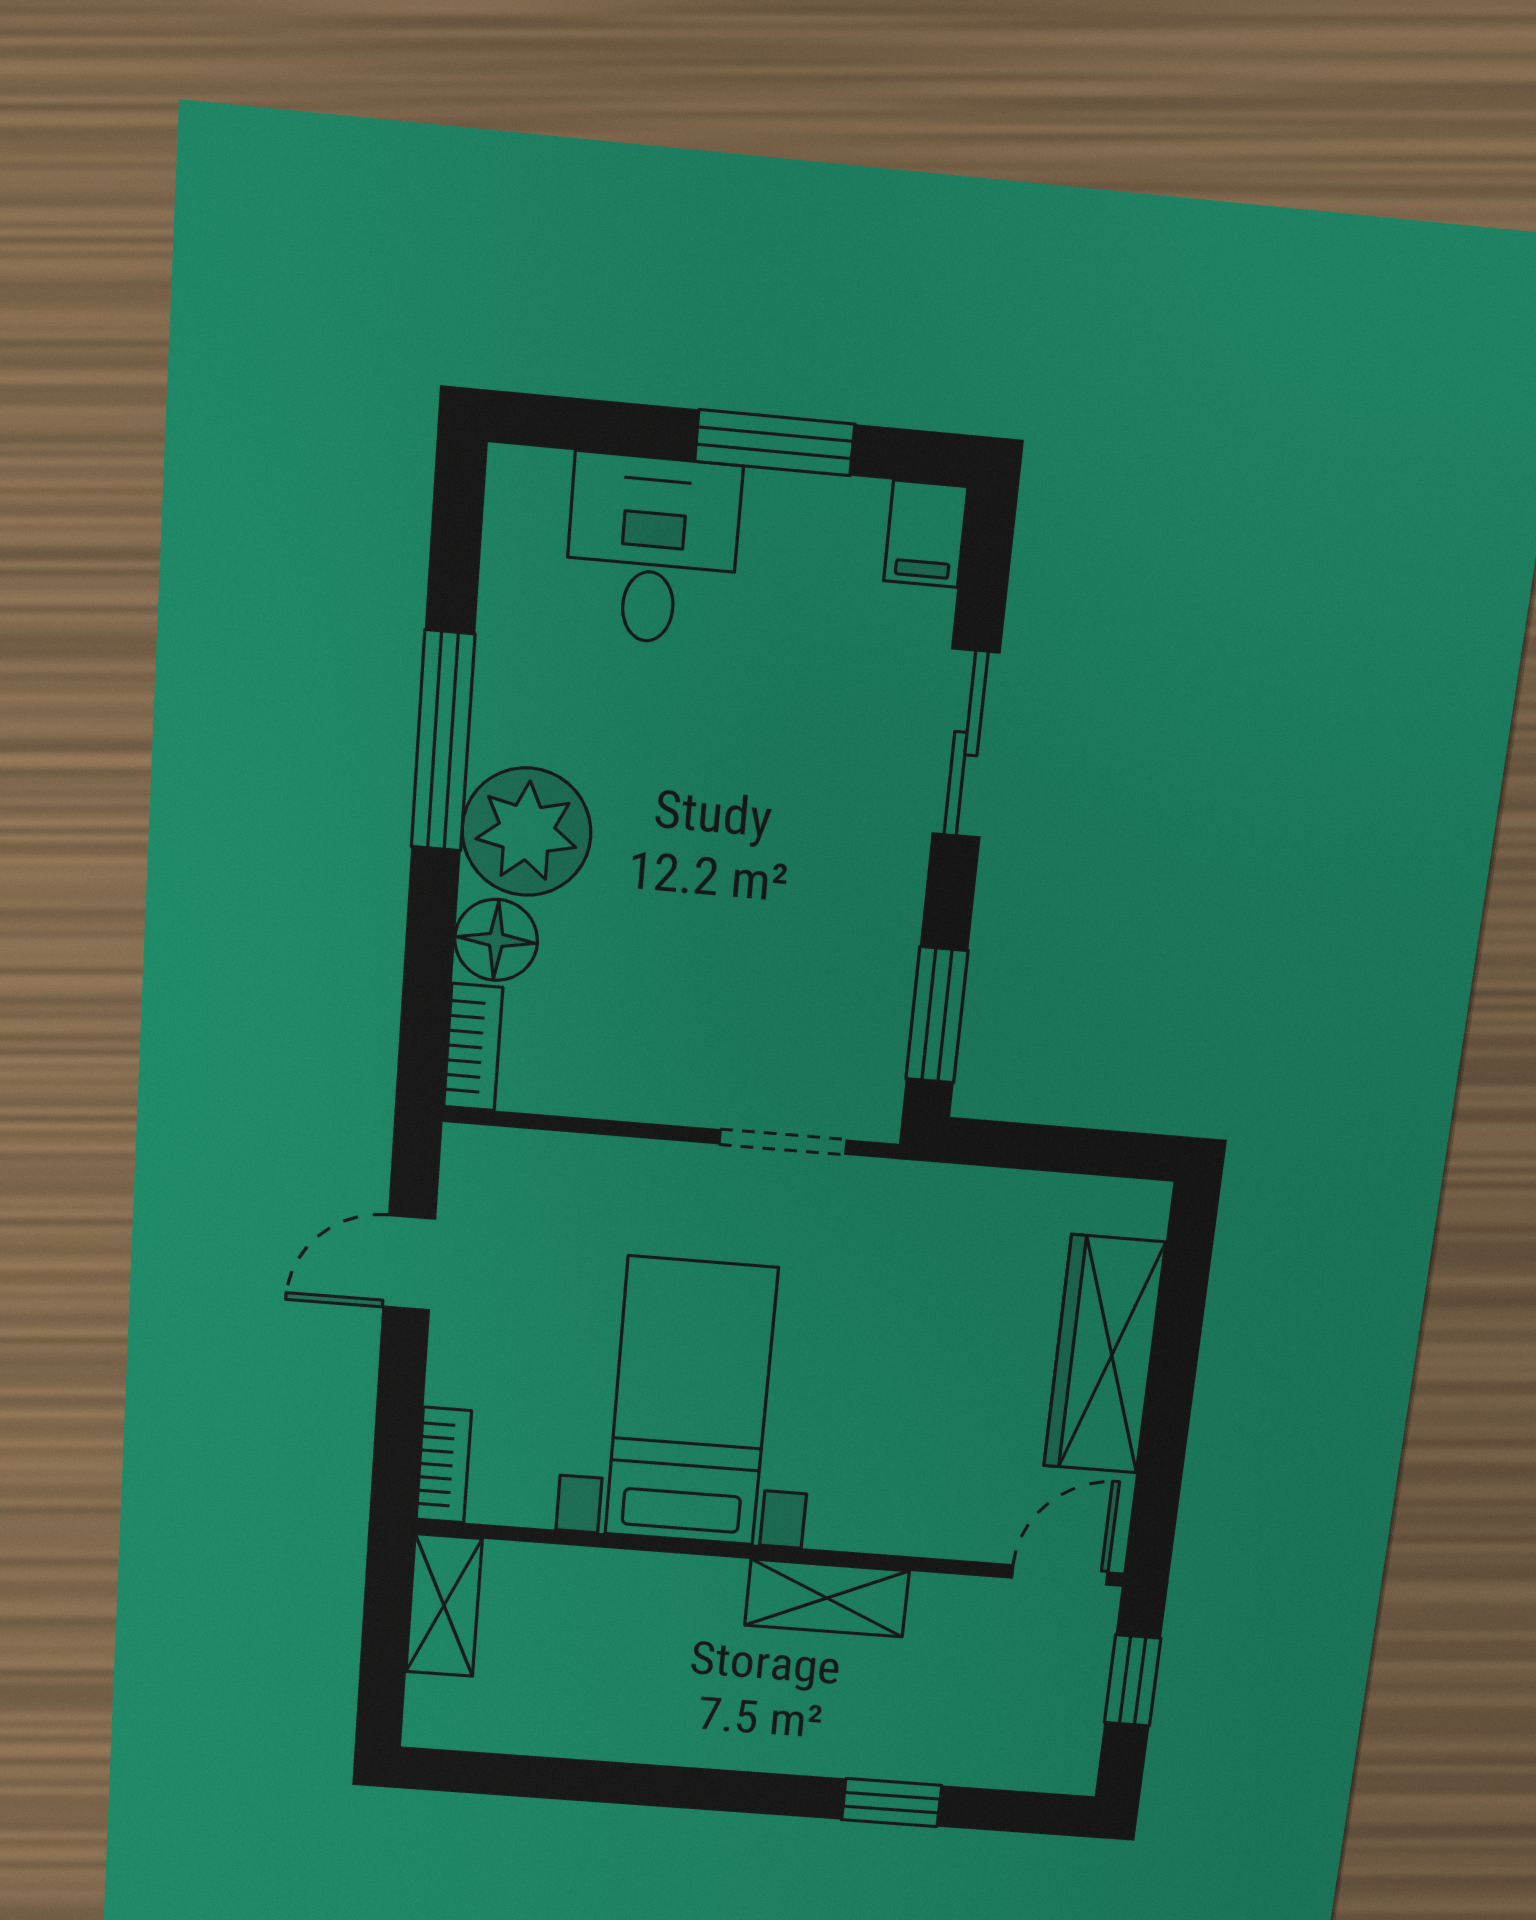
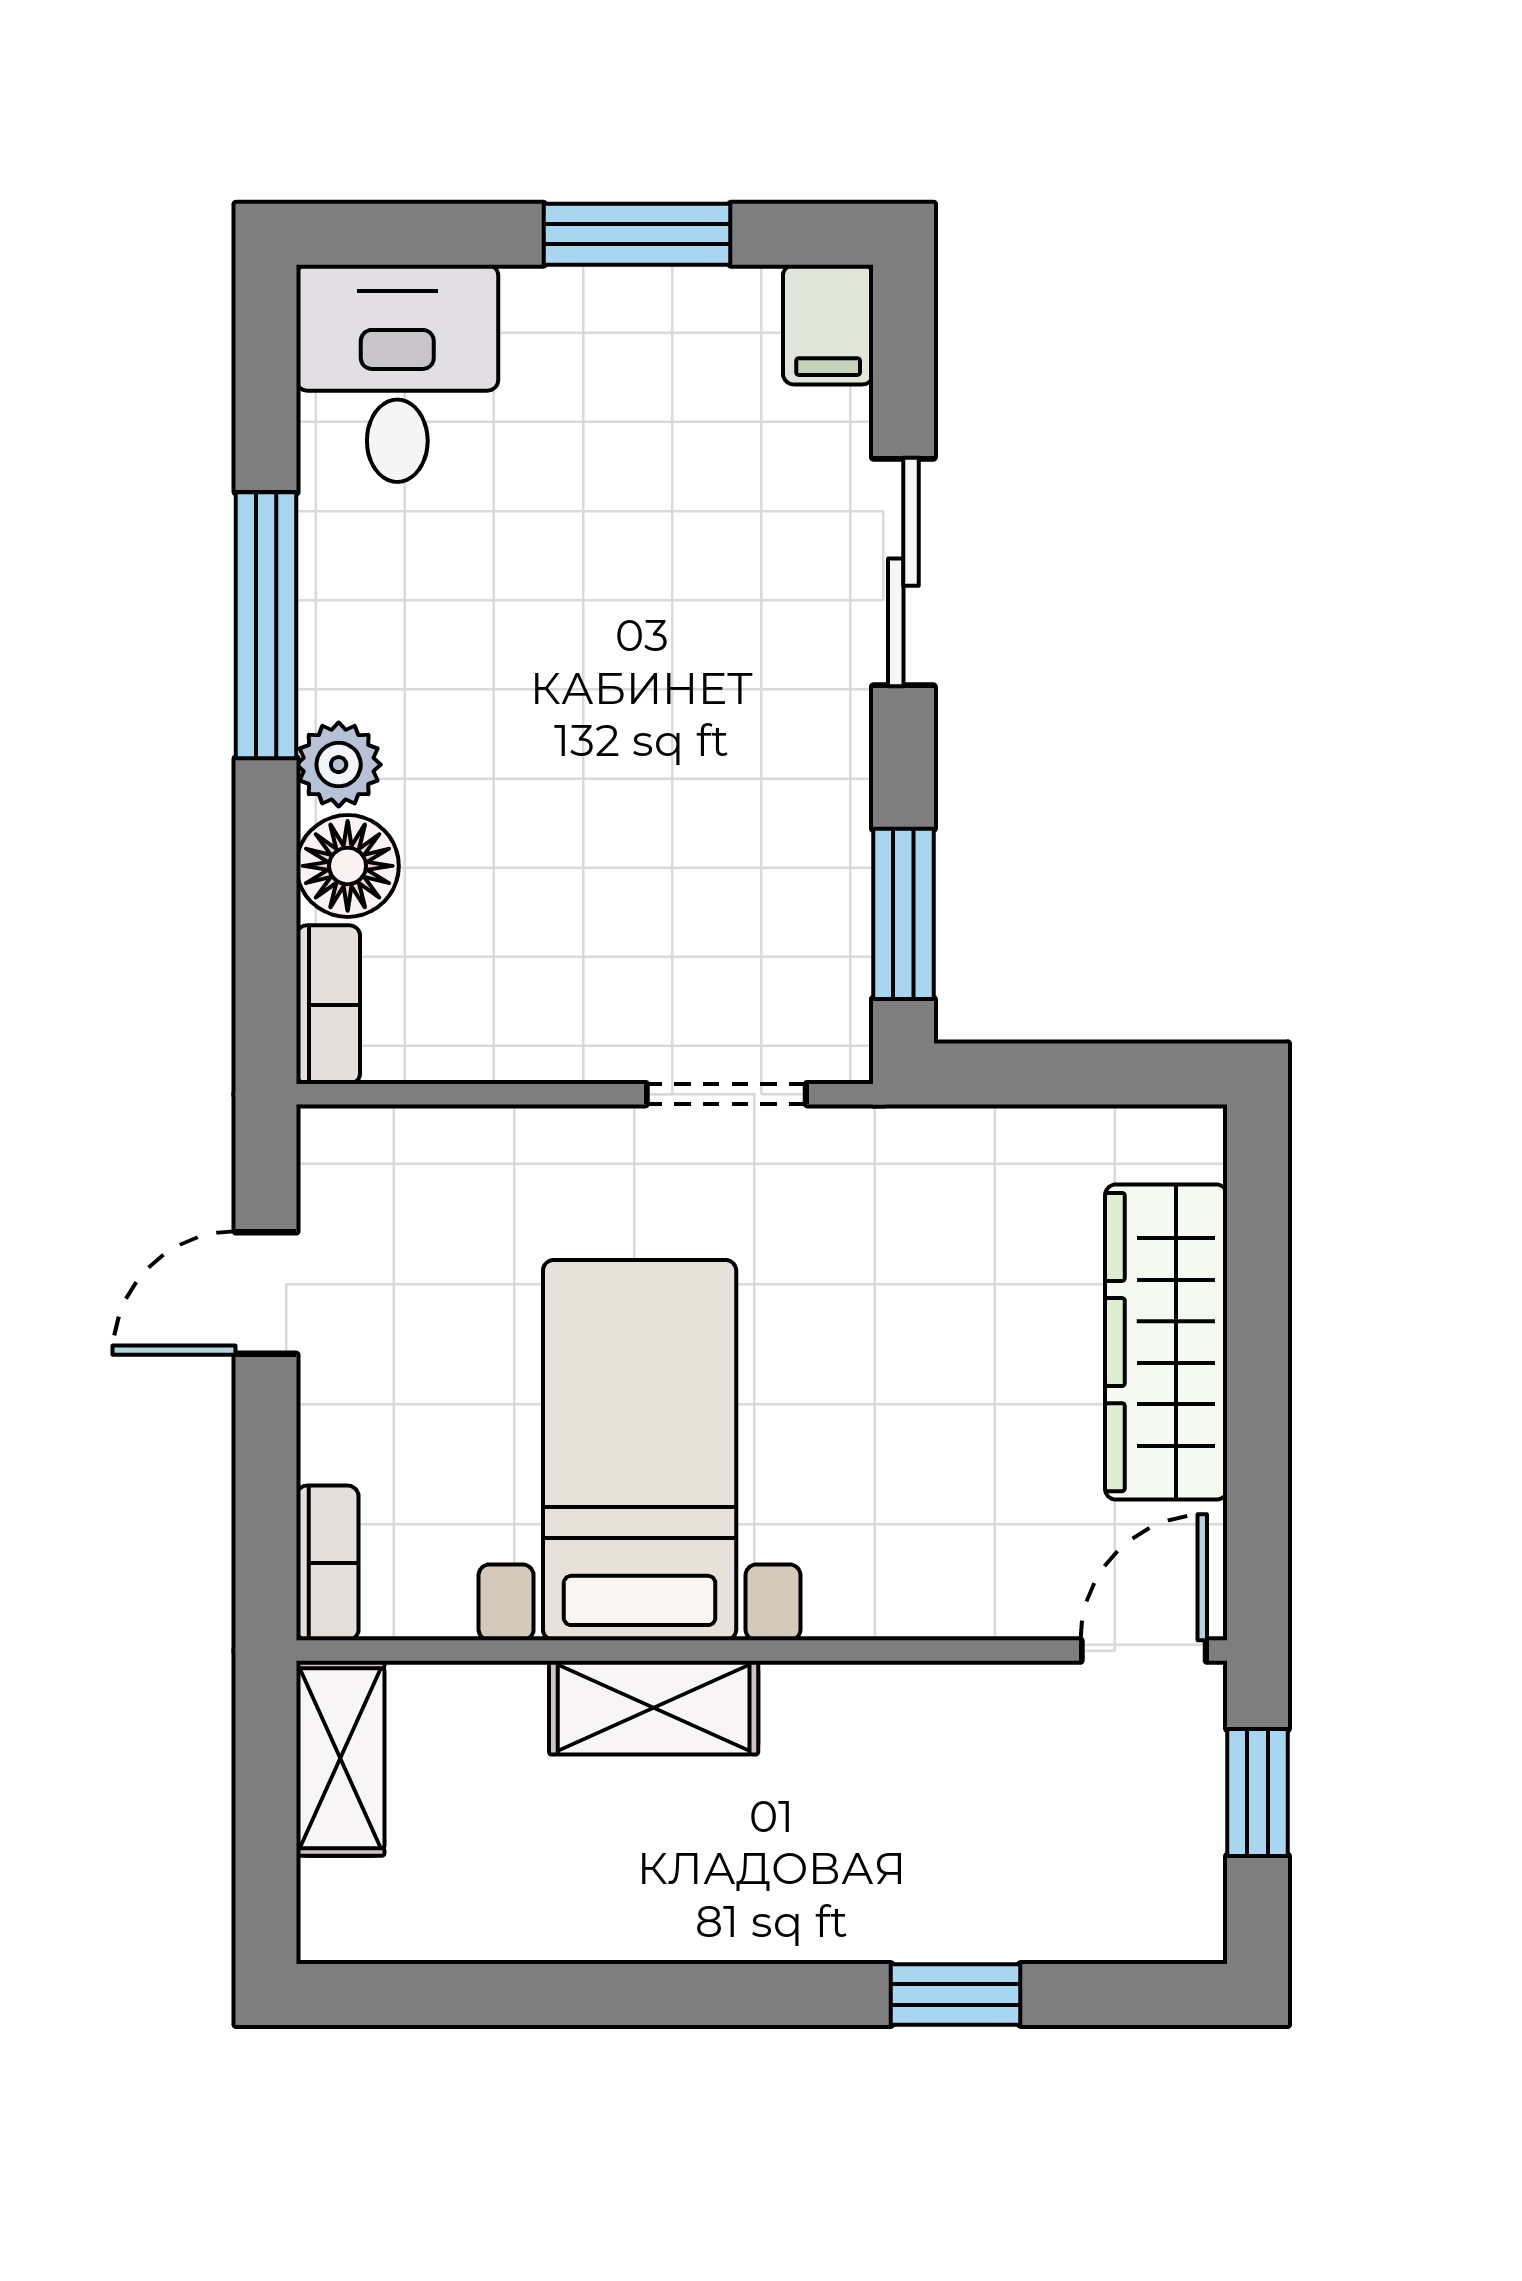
desk: (652, 550) -> (397, 373), moved
plant: (527, 832) -> (339, 765), width x0.53, depth x0.53
shelving: (827, 1598) -> (654, 1708), moved

